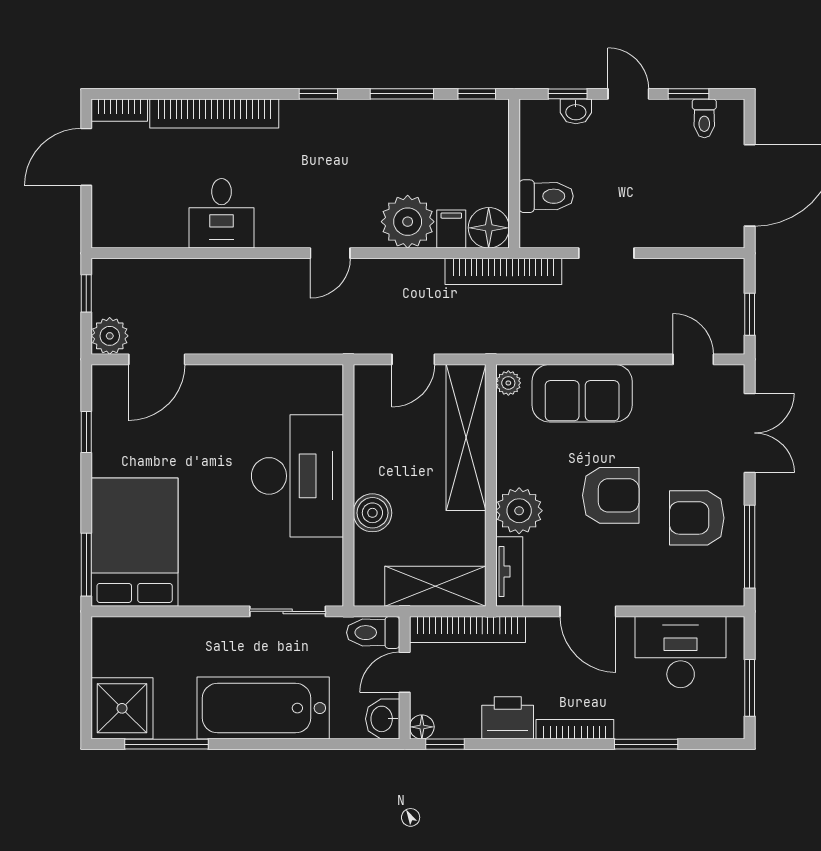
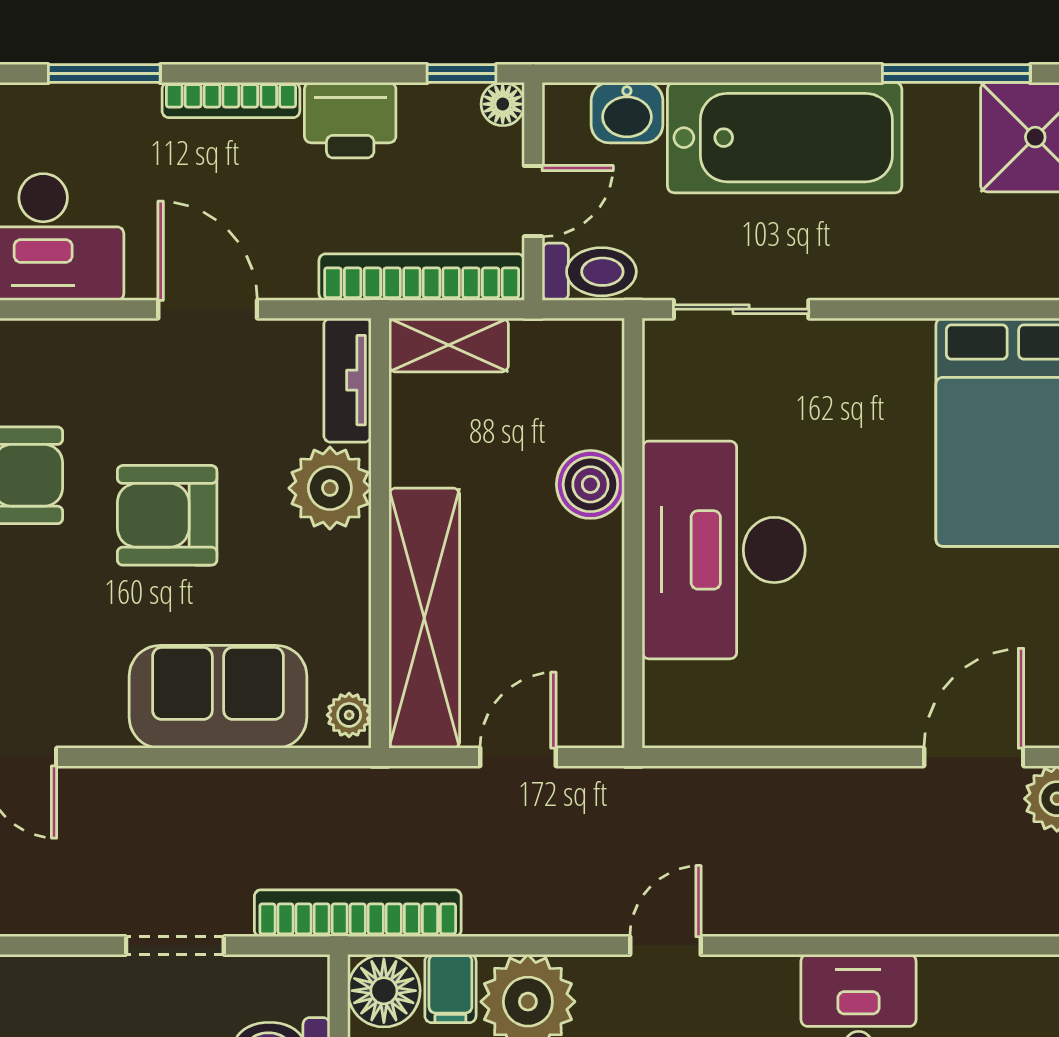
shelving: (435, 586) -> (449, 345), width x0.67, depth x0.75
washbasin: (383, 719) -> (627, 113), moved, turned 90

